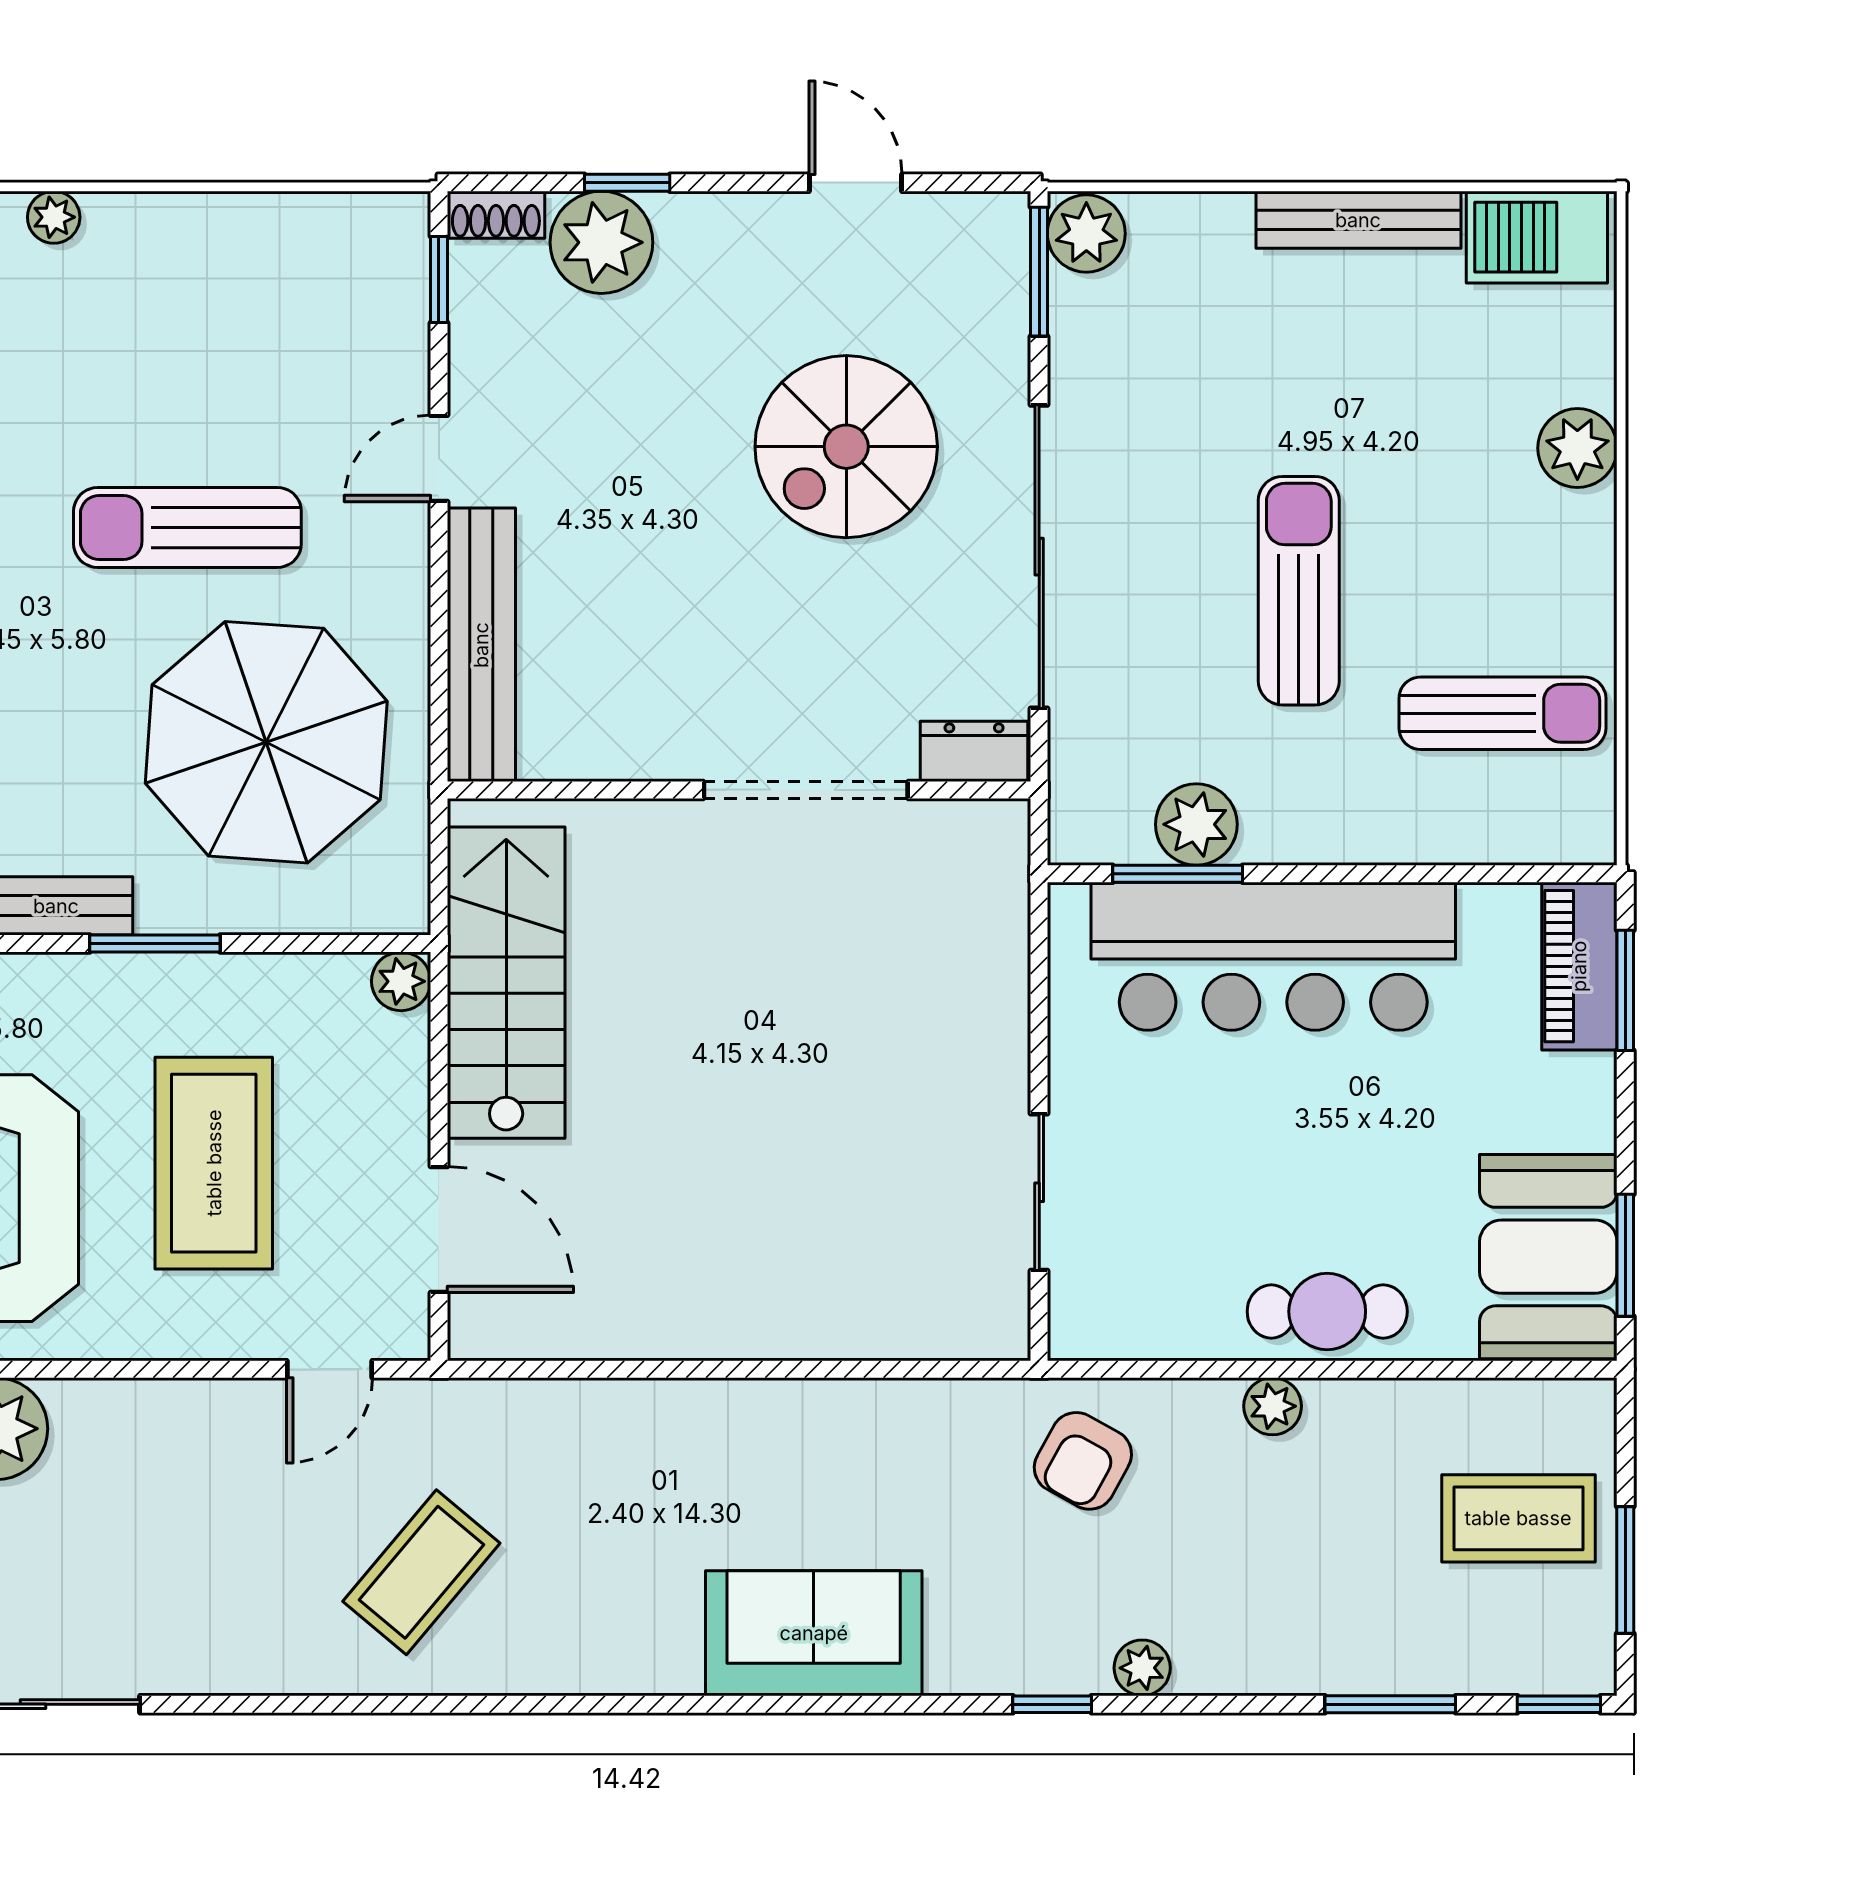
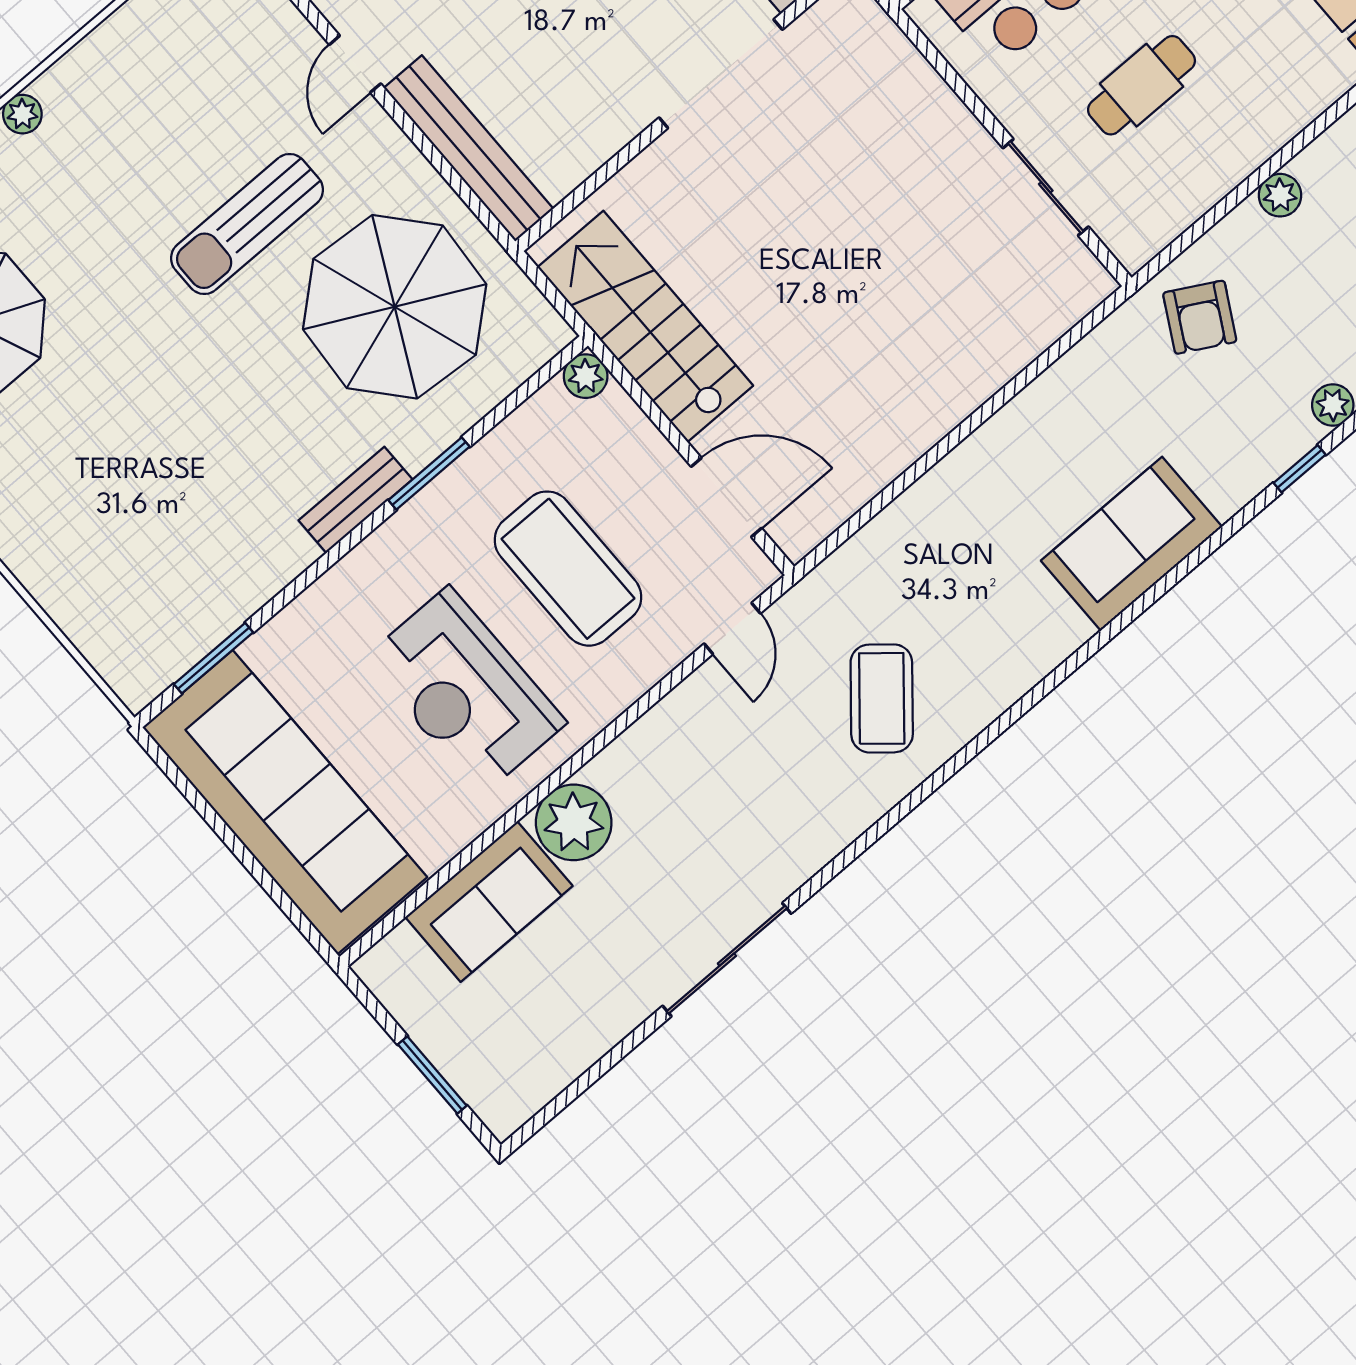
cafe table: (1327, 1311) -> (1142, 85), moved

